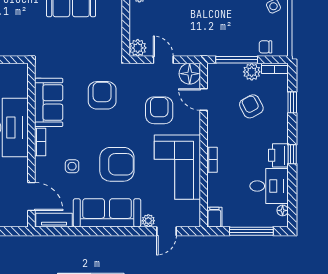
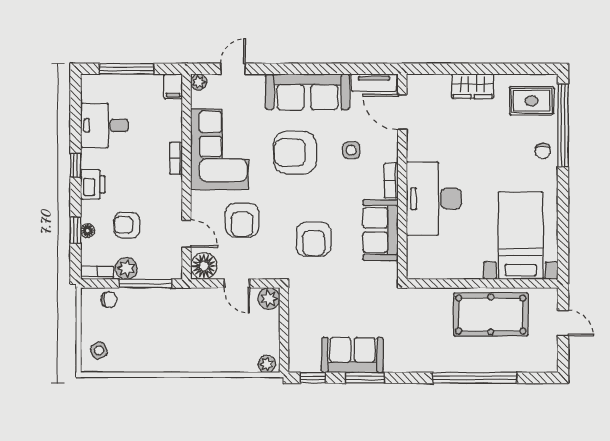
armchair: (251, 106) -> (127, 225), turned 118
printer: (278, 155) -> (93, 184), moved
floor lamp: (283, 210) -> (88, 231), moved
plant: (148, 221) -> (199, 82), moved

